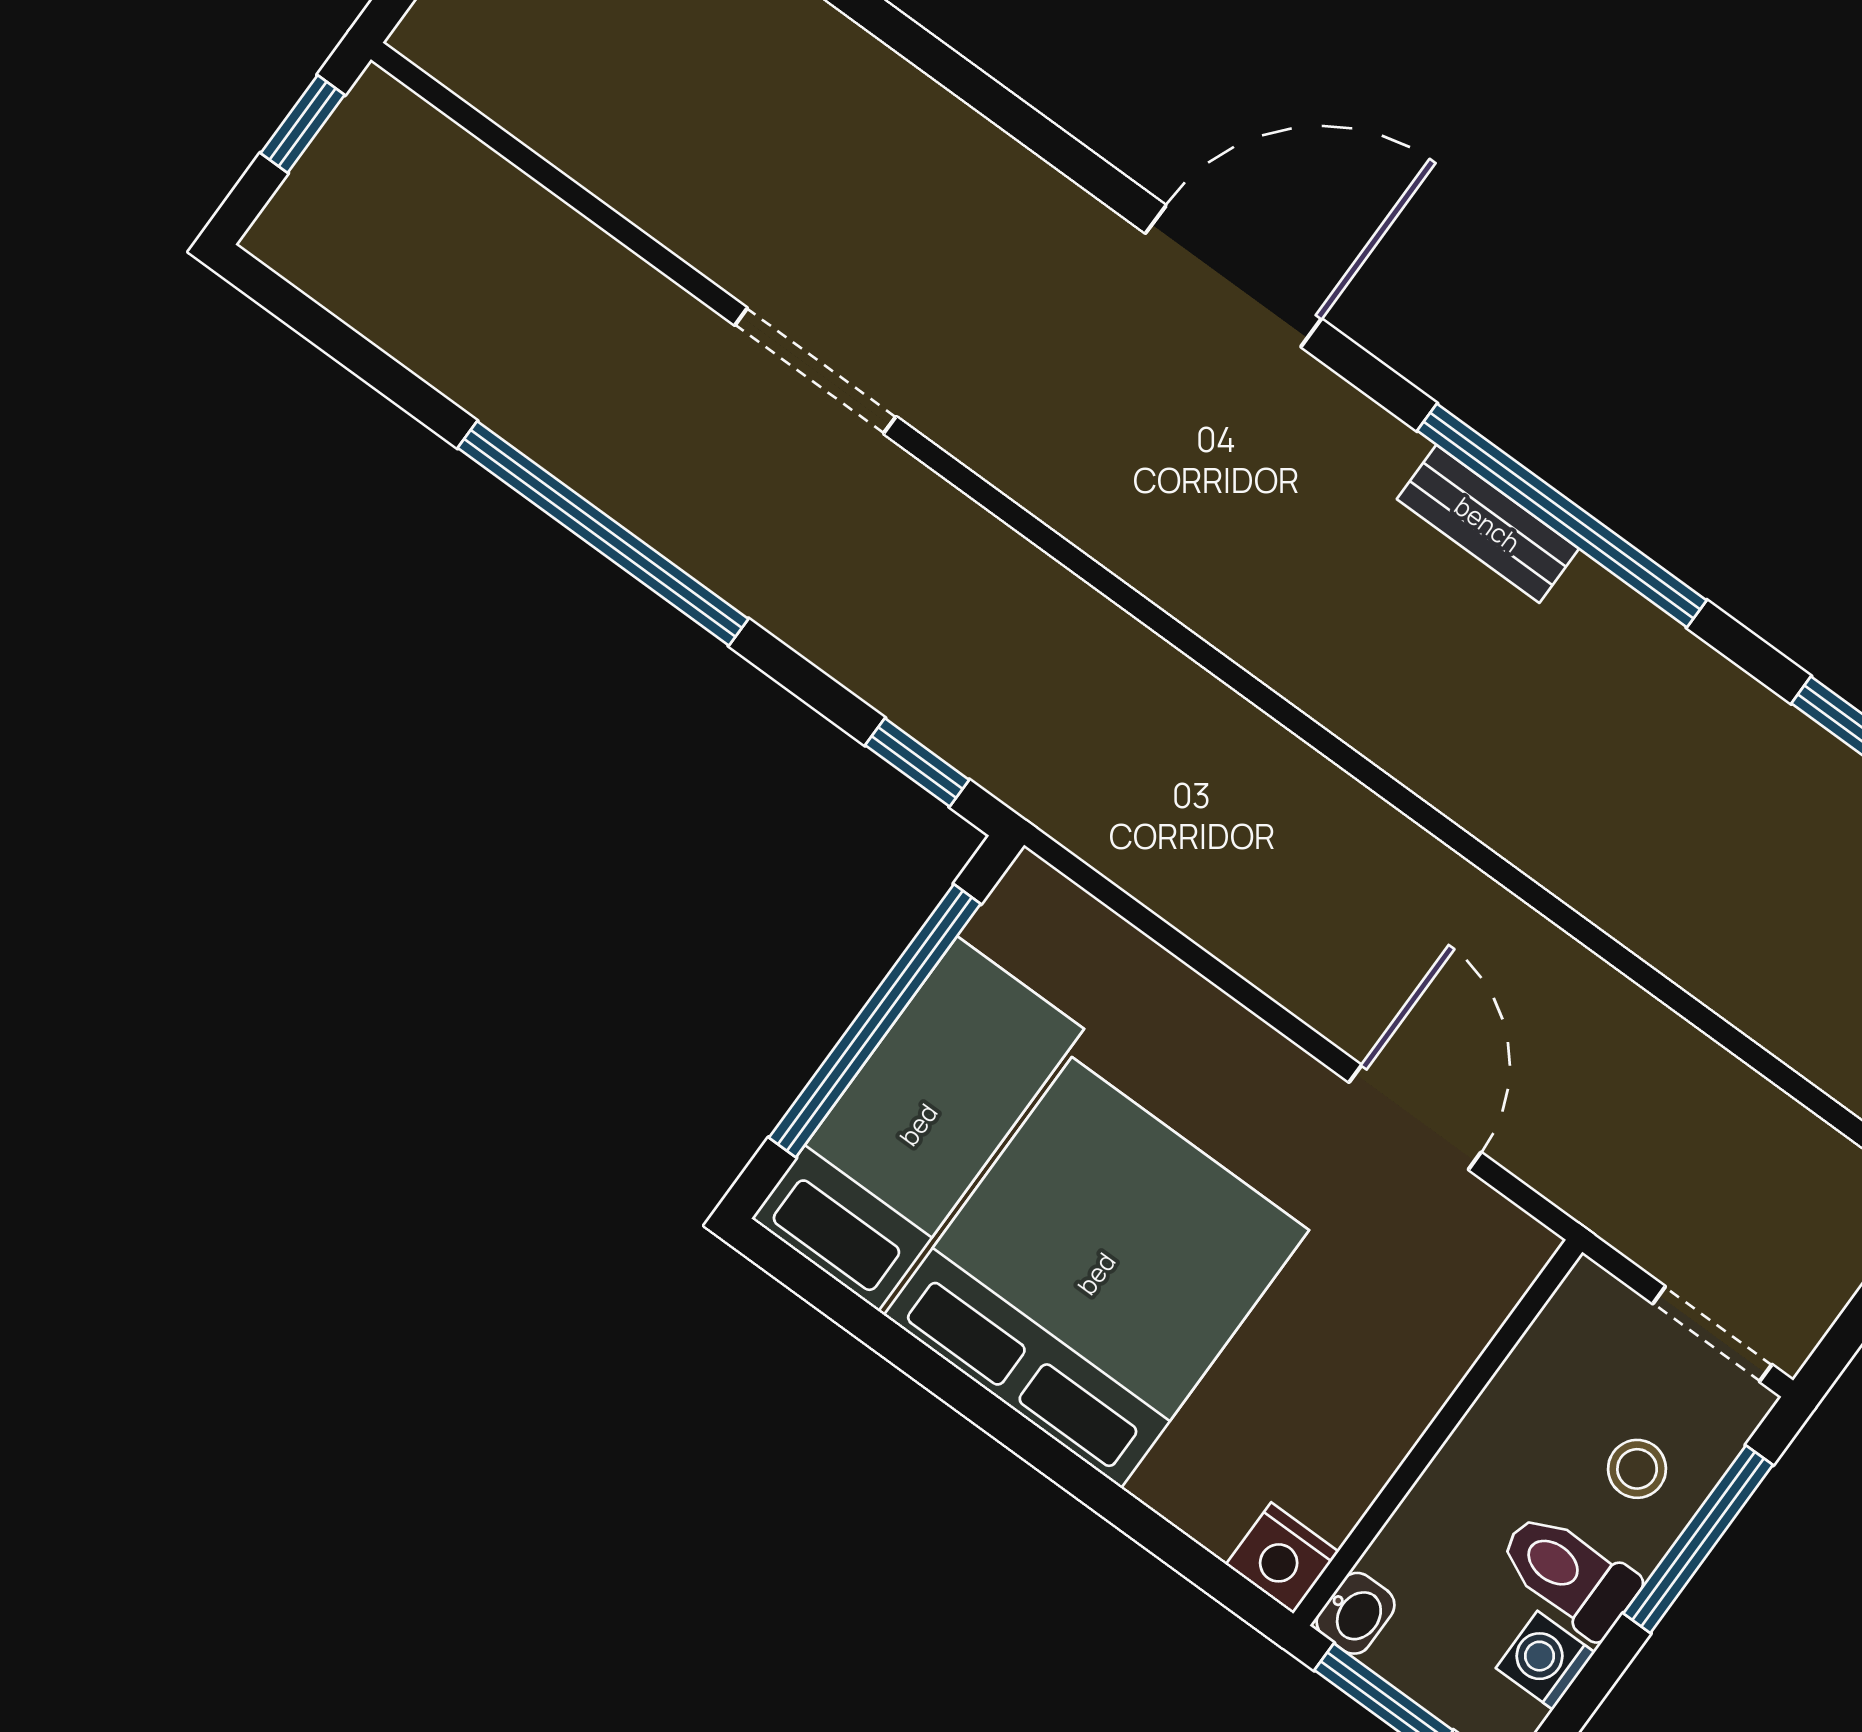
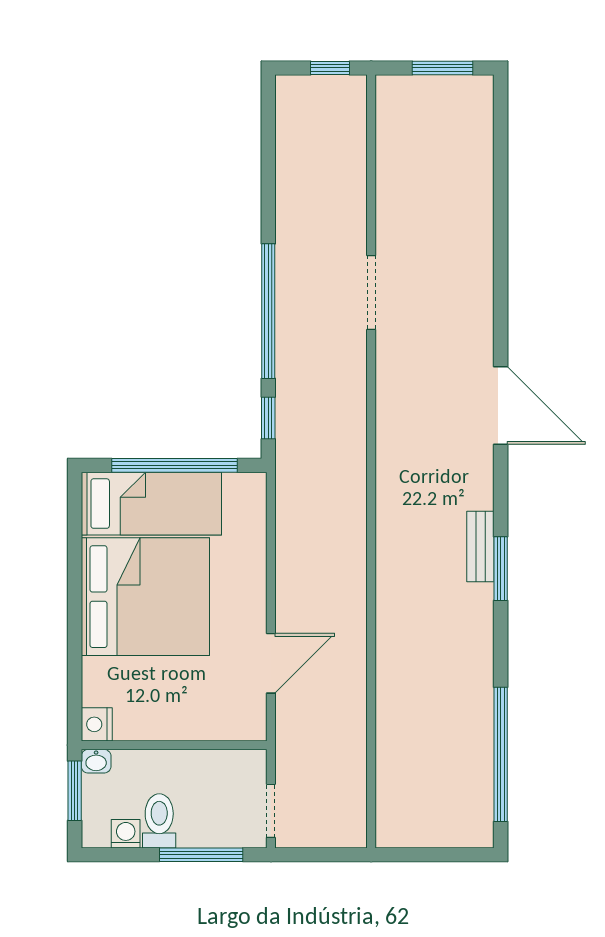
window: (1562, 515) -> (501, 569), width x0.47
window: (603, 533) -> (268, 311), moved
stool: (1637, 1469) -> (209, 818), removed

